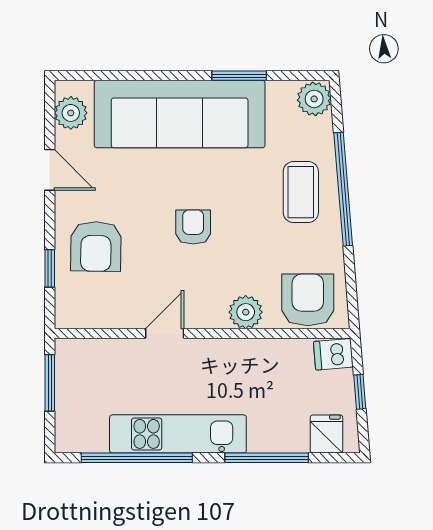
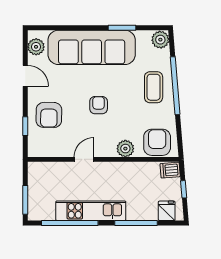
window: (50, 383) -> (25, 200), moved

